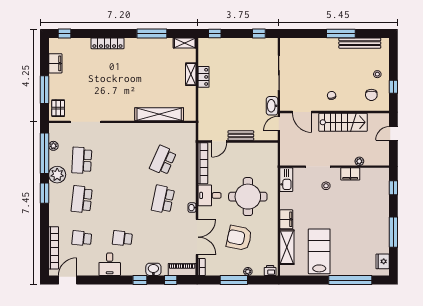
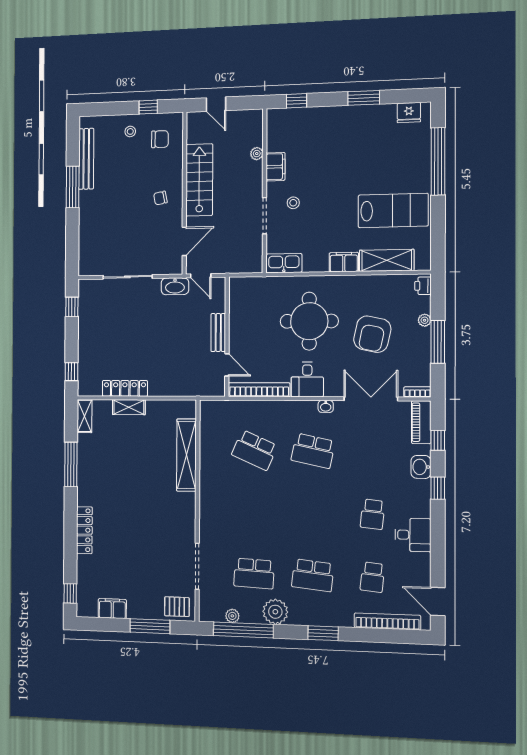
locker: (204, 77) -> (125, 388), width x1.53
window: (44, 193) -> (323, 633), moved
window: (393, 232) -> (364, 98), width x0.69
lab bench: (319, 251) -> (393, 210), turned 180

